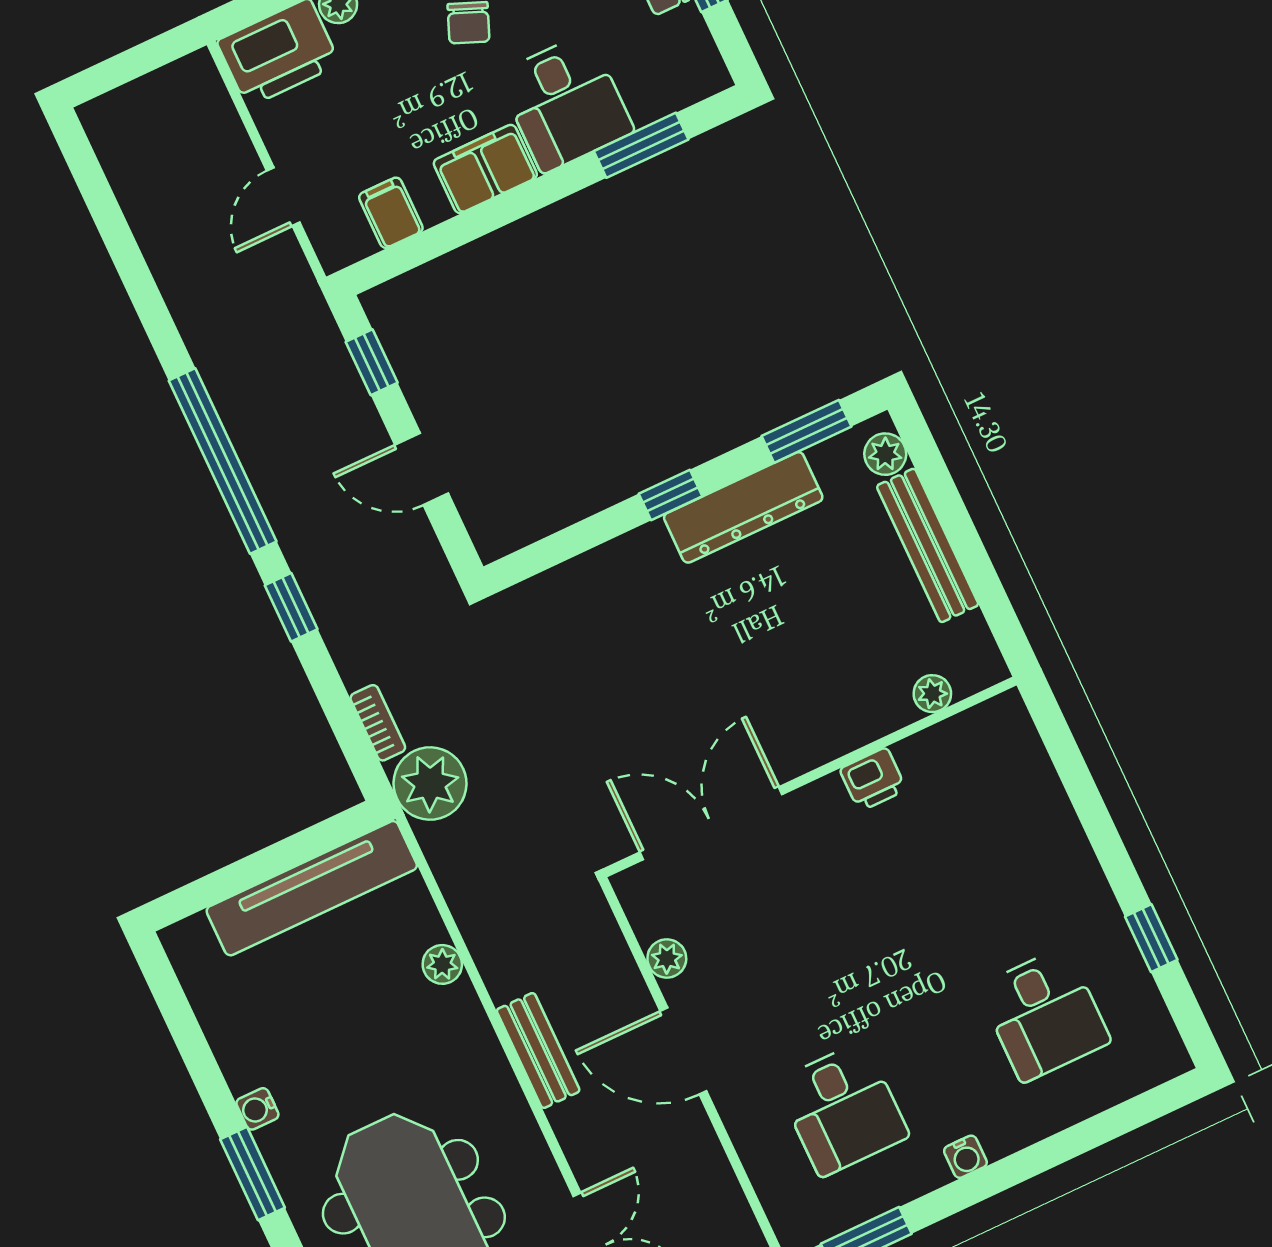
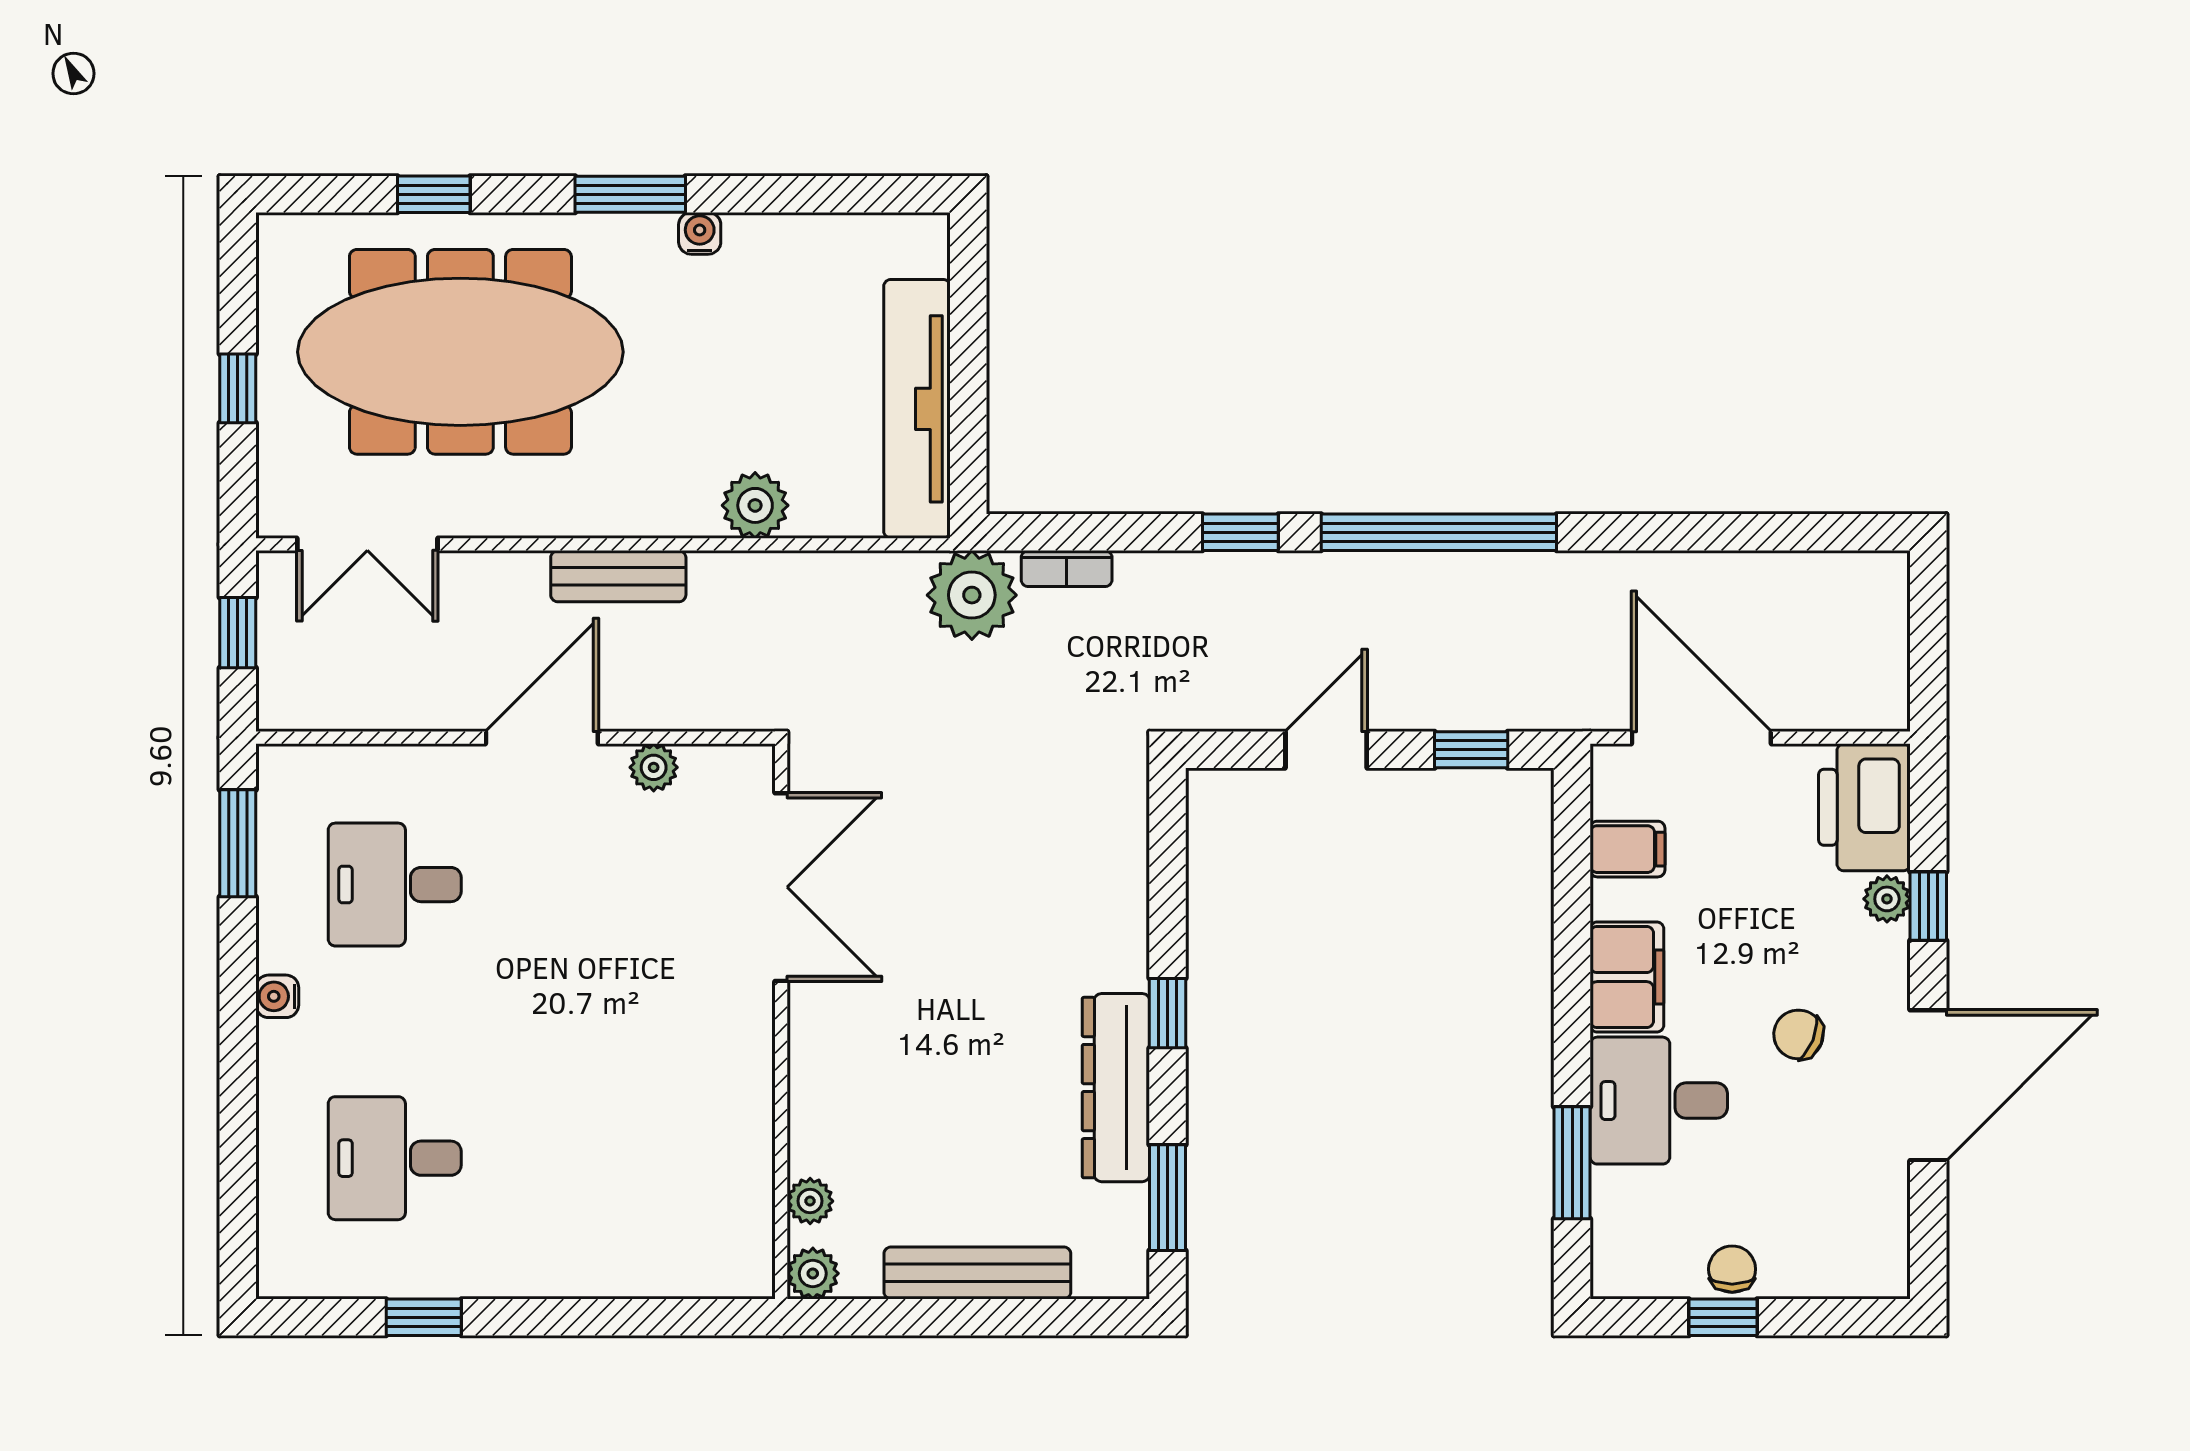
door: (283, 197) -> (1701, 738), width x1.87
plant: (885, 454) -> (813, 1273), moved
printer: (873, 779) -> (746, 1090), removed
plant: (442, 964) -> (755, 505), width x1.38, depth x1.38

